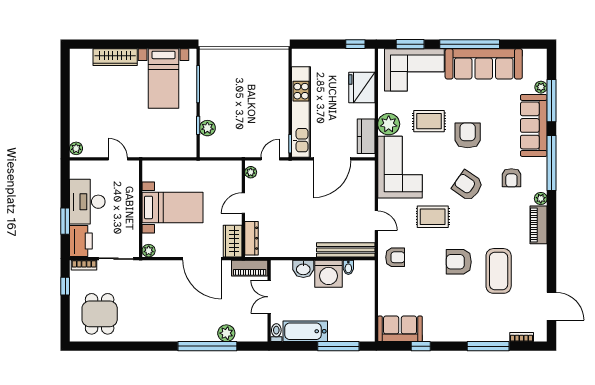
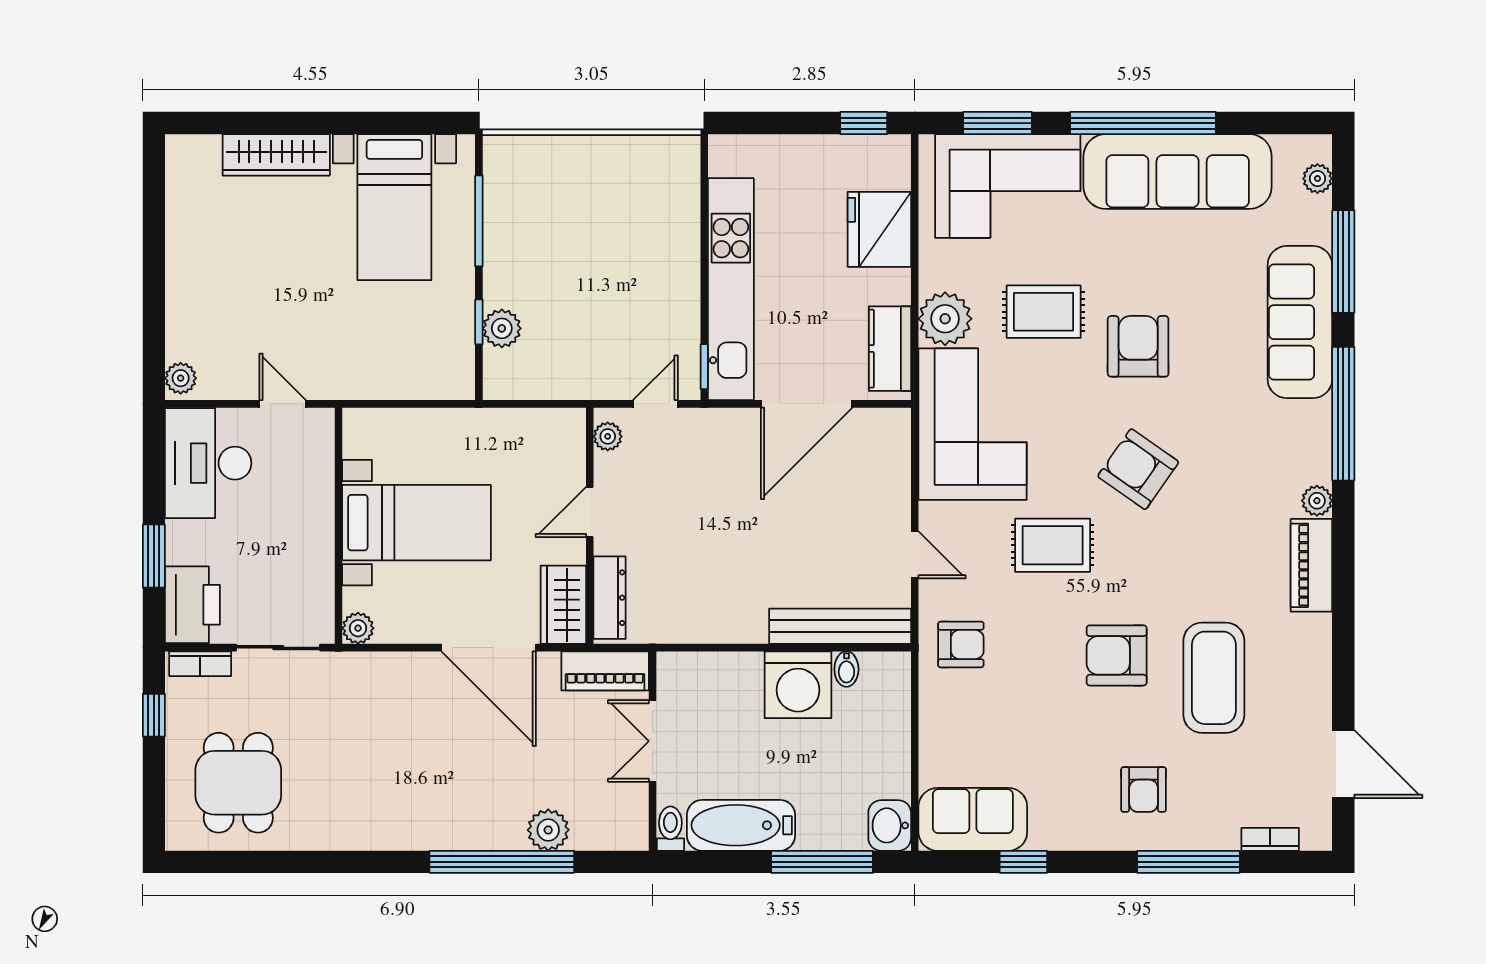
plant: (541, 87) -> (1317, 179), moved
armchair: (511, 178) -> (1144, 790), moved
desk: (87, 202) -> (208, 463), moved
washbasin: (303, 269) -> (890, 825), moved, turned 90

